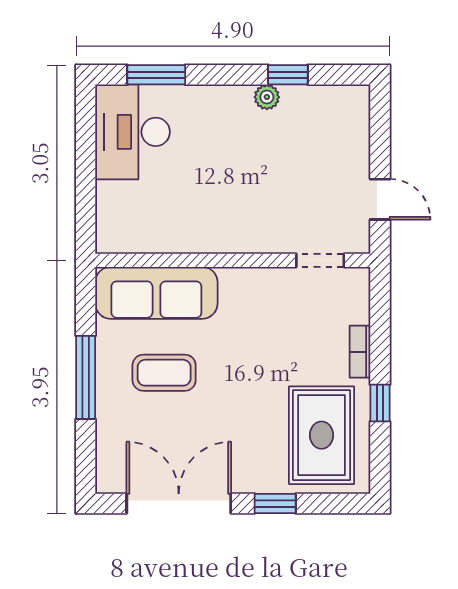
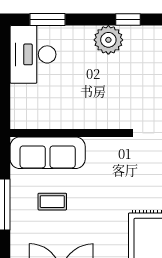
plant: (267, 97) -> (108, 40), width x1.88, depth x1.88
coffee table: (164, 373) -> (52, 202), width x0.73, depth x0.77

